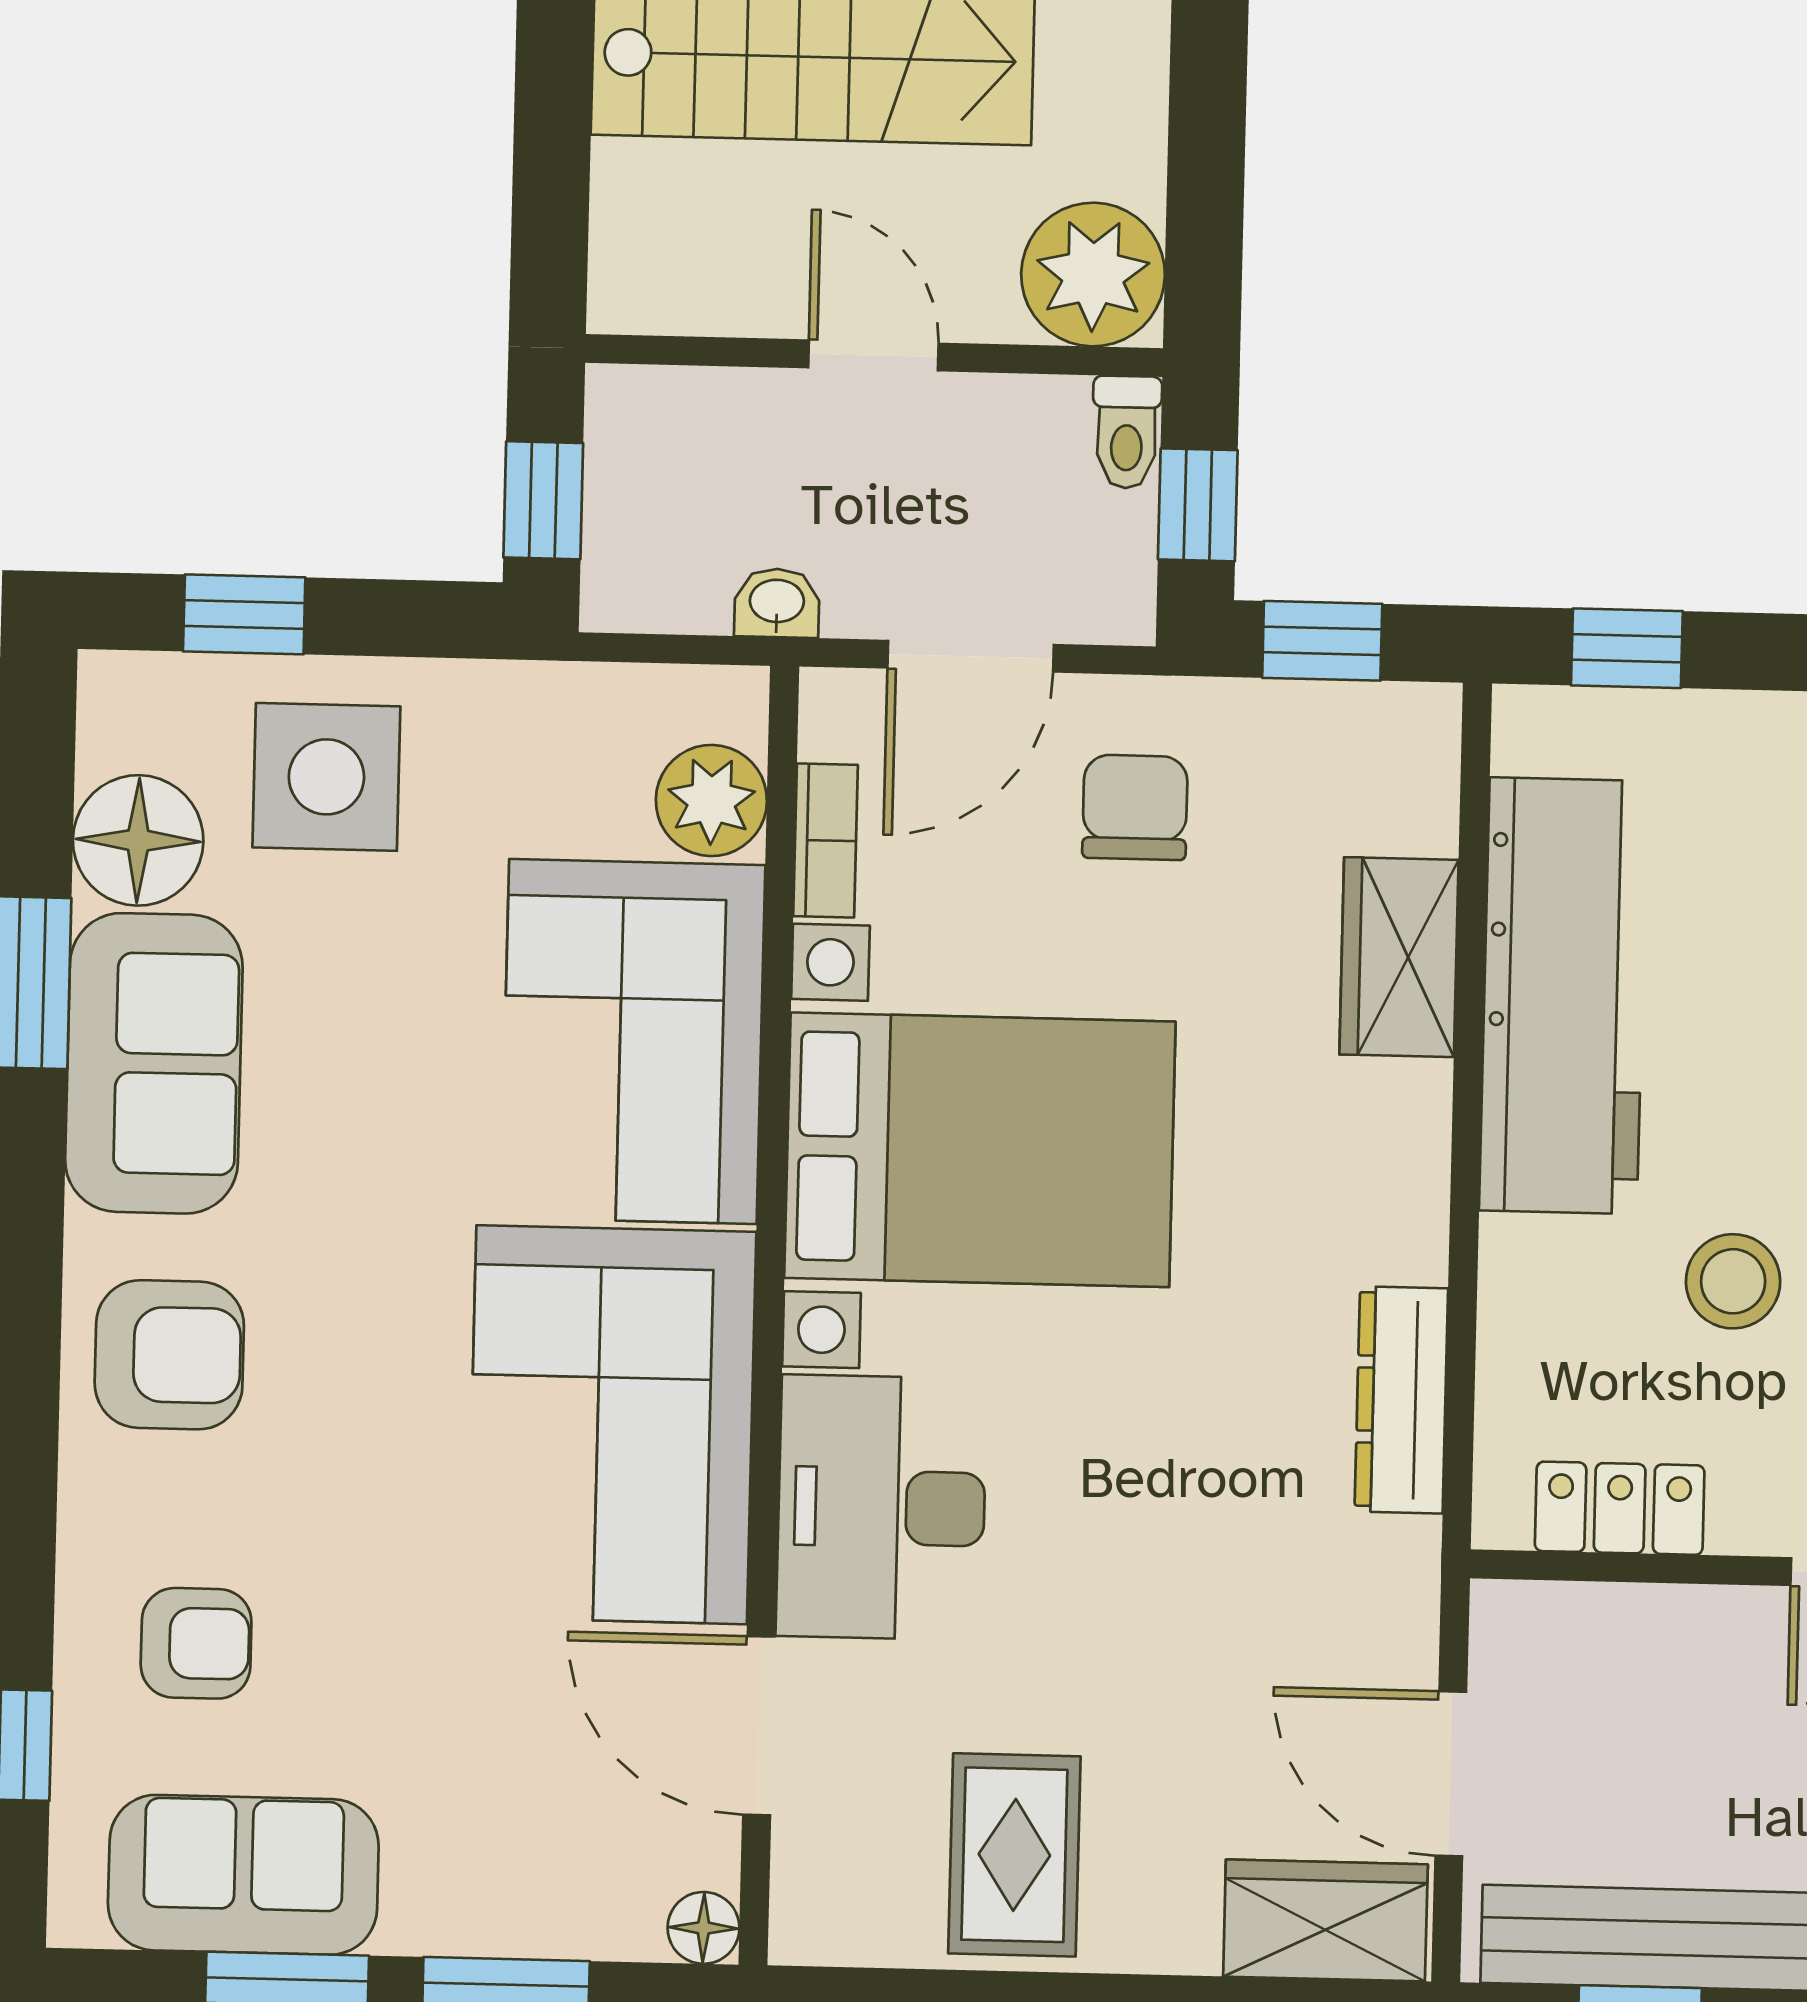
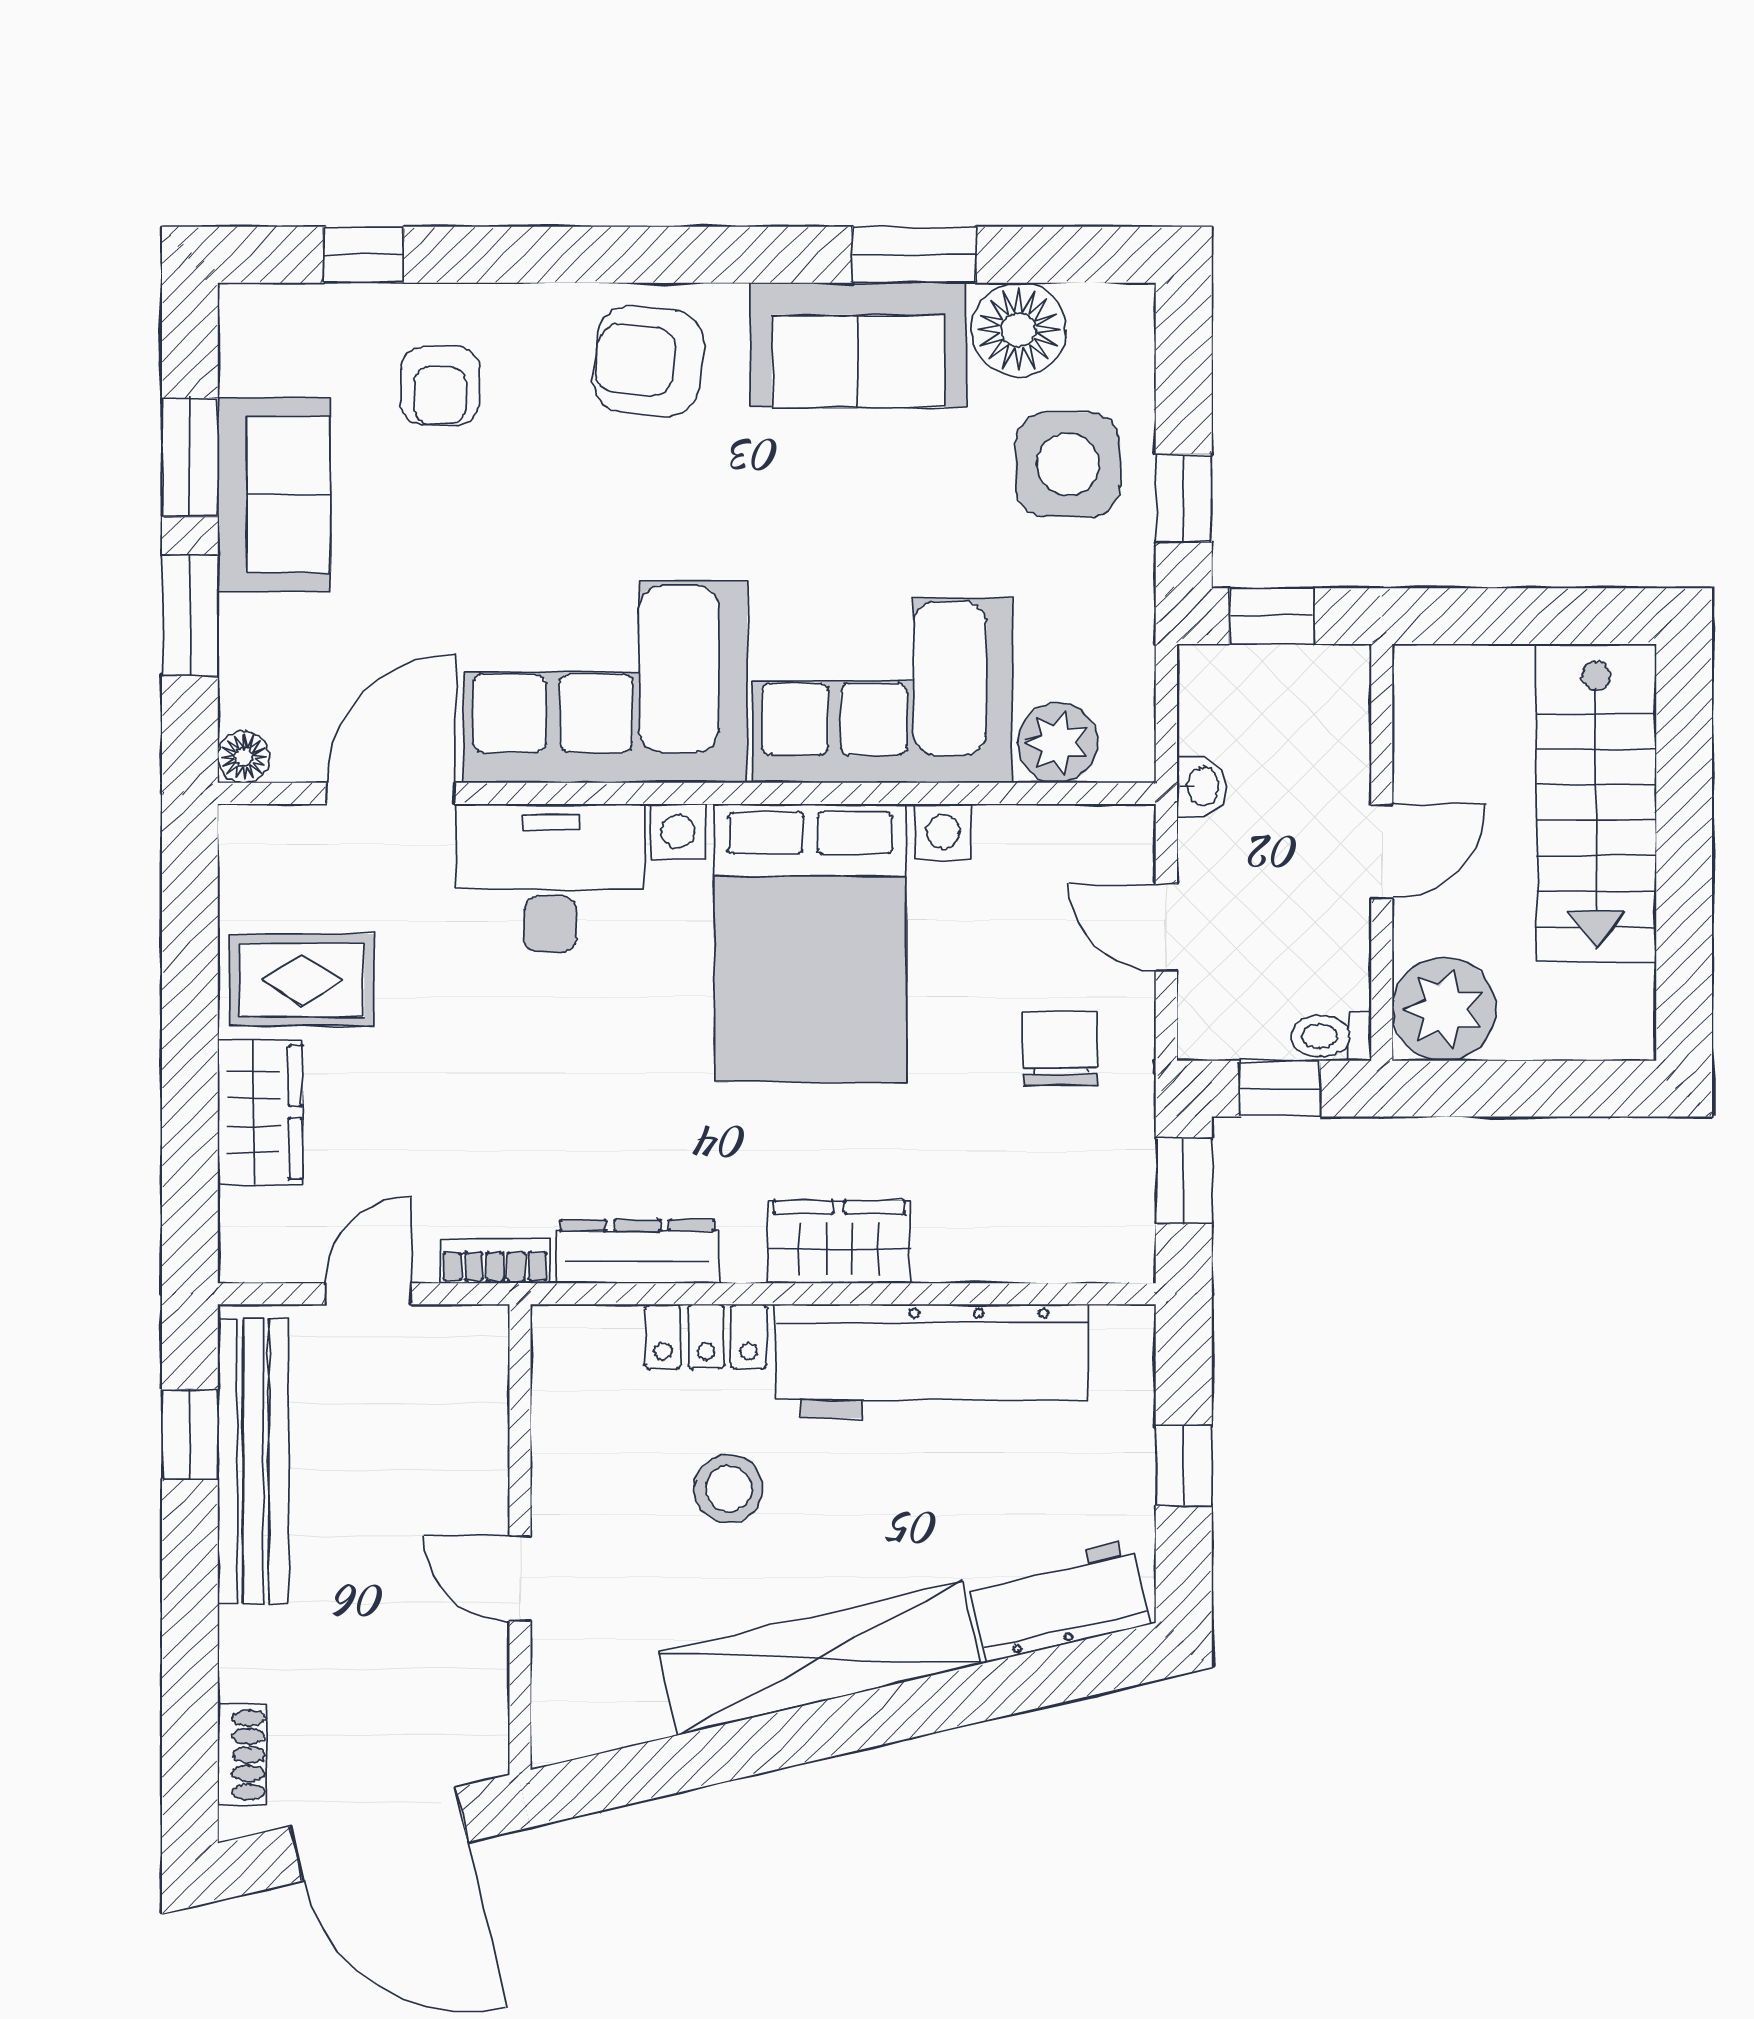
window: (244, 614) -> (1184, 498), moved
window: (1627, 648) -> (1184, 1466), moved
door: (971, 656) -> (1166, 927), width x0.73
chair: (1135, 807) -> (1060, 1049), turned -90
bookcase: (825, 840) -> (495, 1261), moved, turned 180
wardrobe: (1399, 957) -> (839, 1242), moved
armchair: (169, 1355) -> (648, 361), turned 96
locker: (1620, 1508) -> (706, 1336), moved, turned 90
door: (1451, 1774) -> (368, 1294), width x0.73
sofa: (243, 1875) -> (274, 495), moved
wardrobe: (1325, 1920) -> (260, 1112), moved

